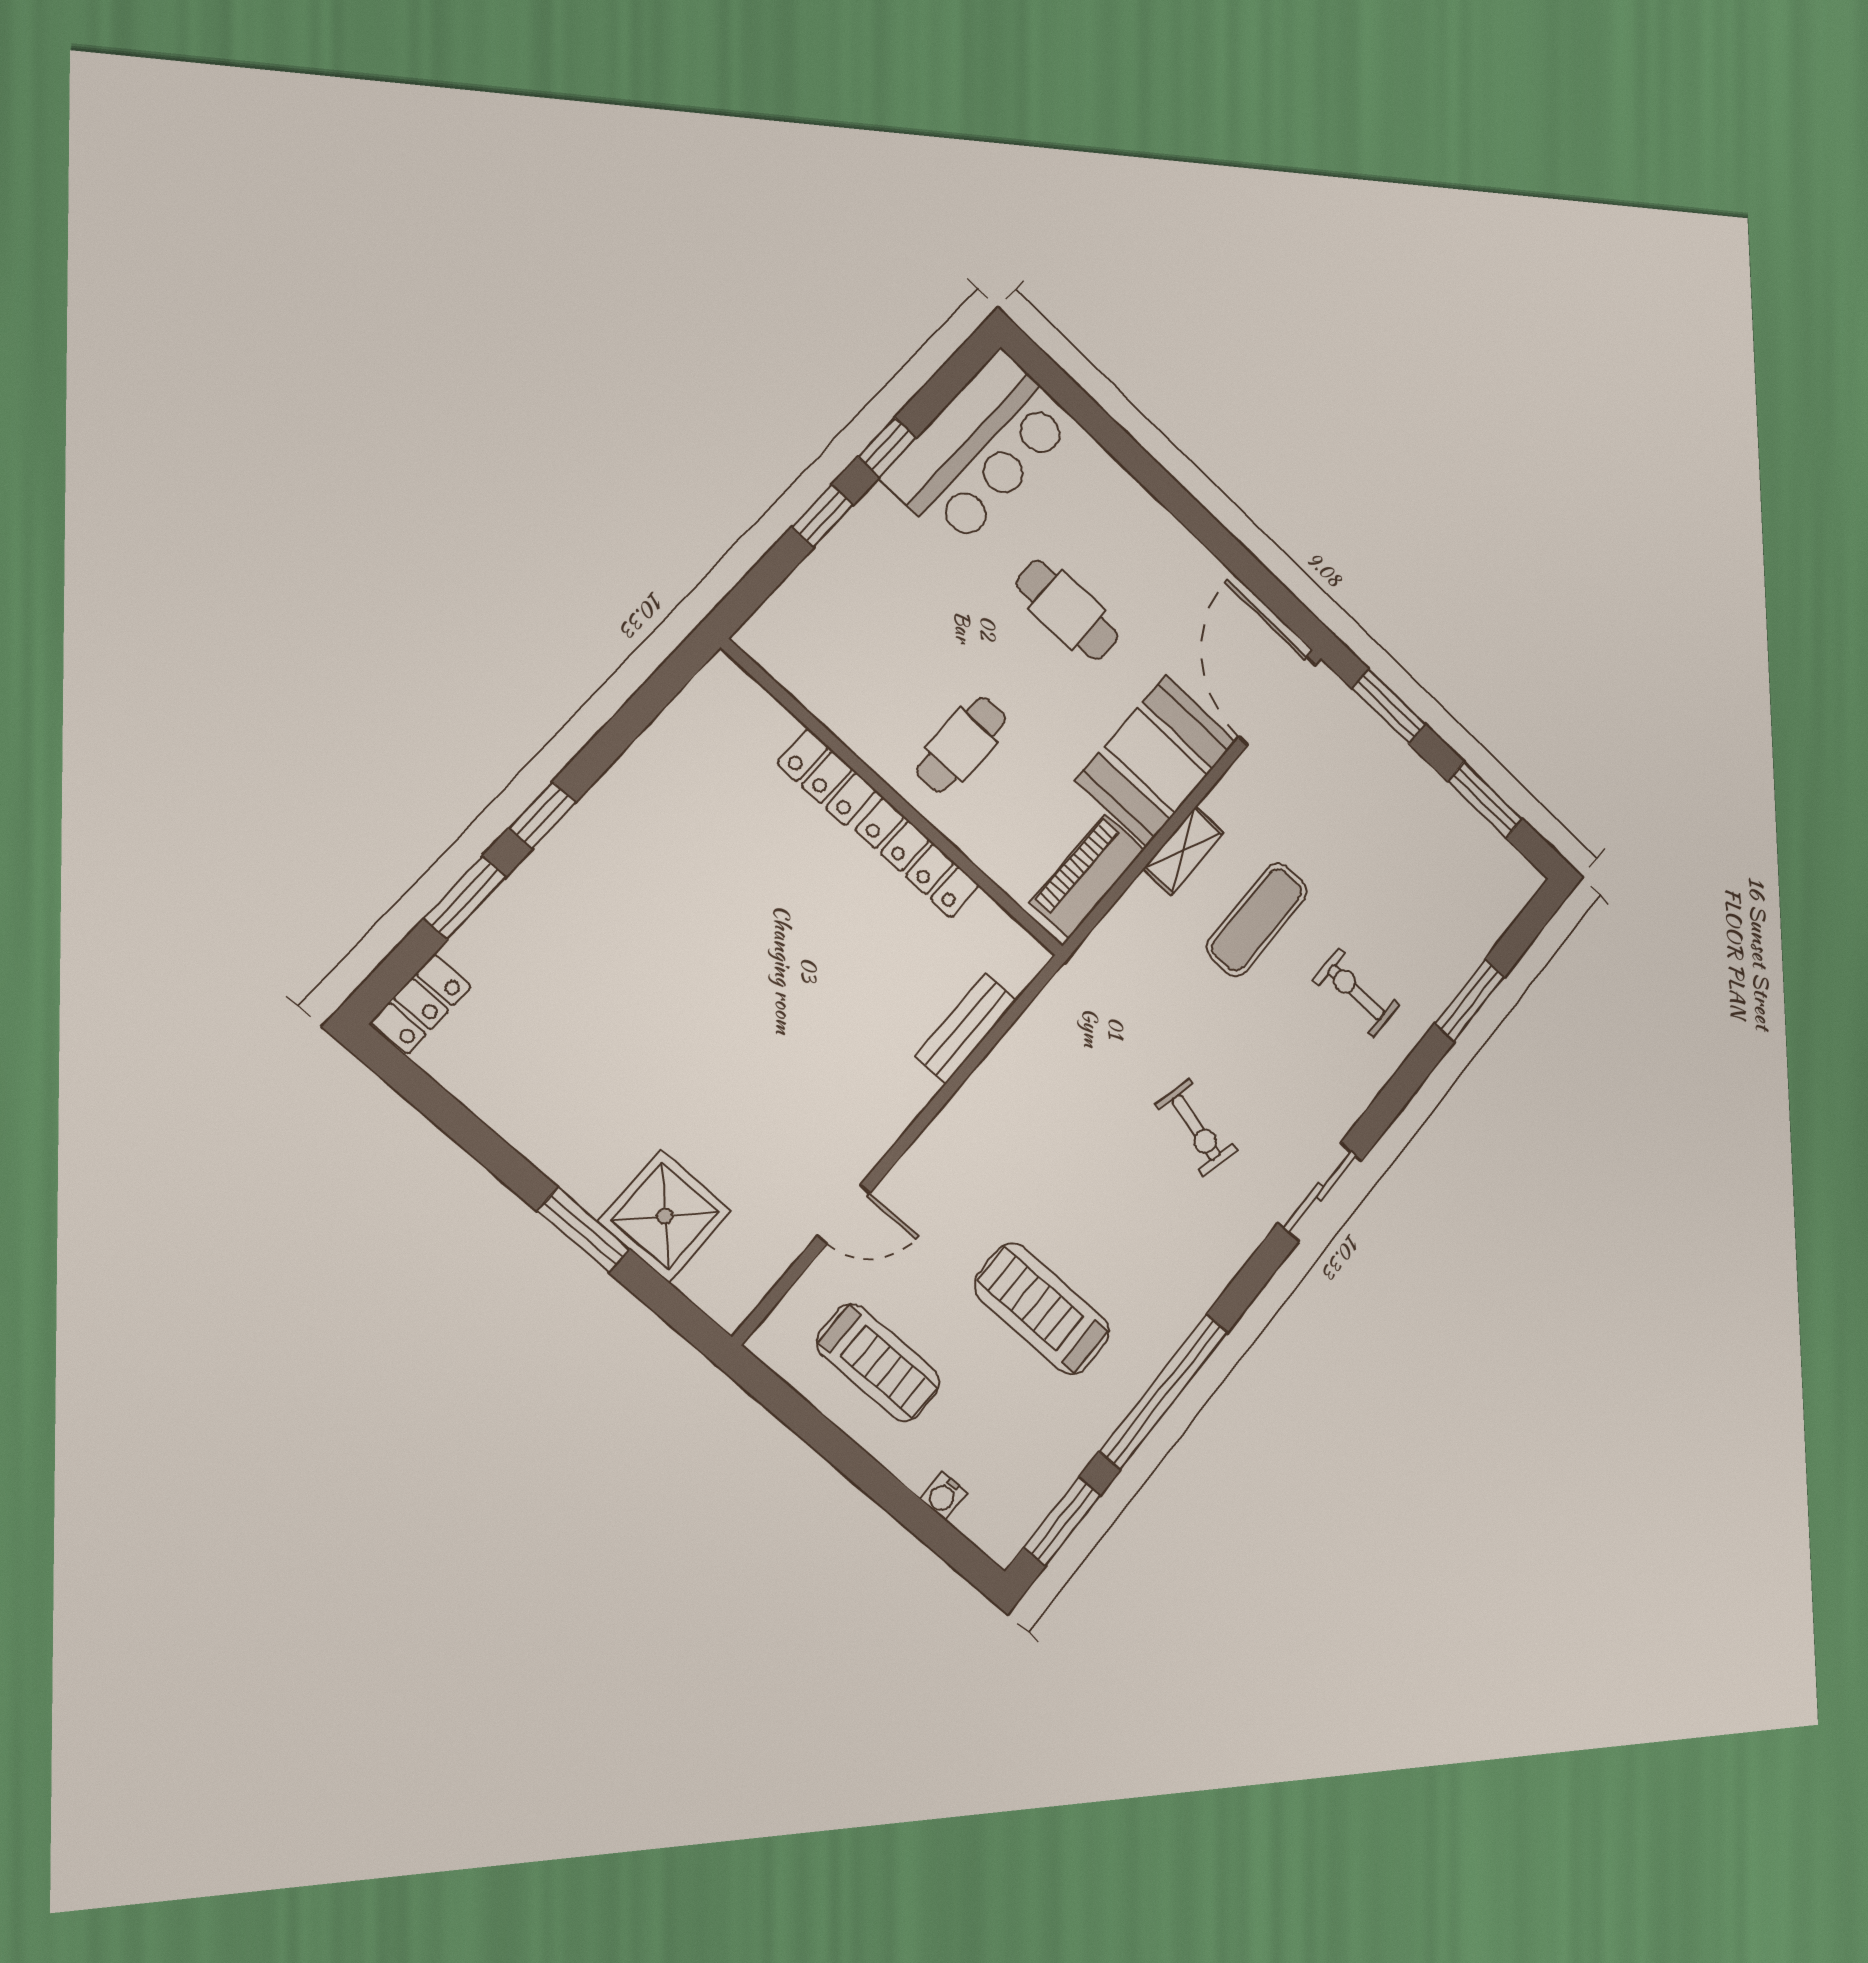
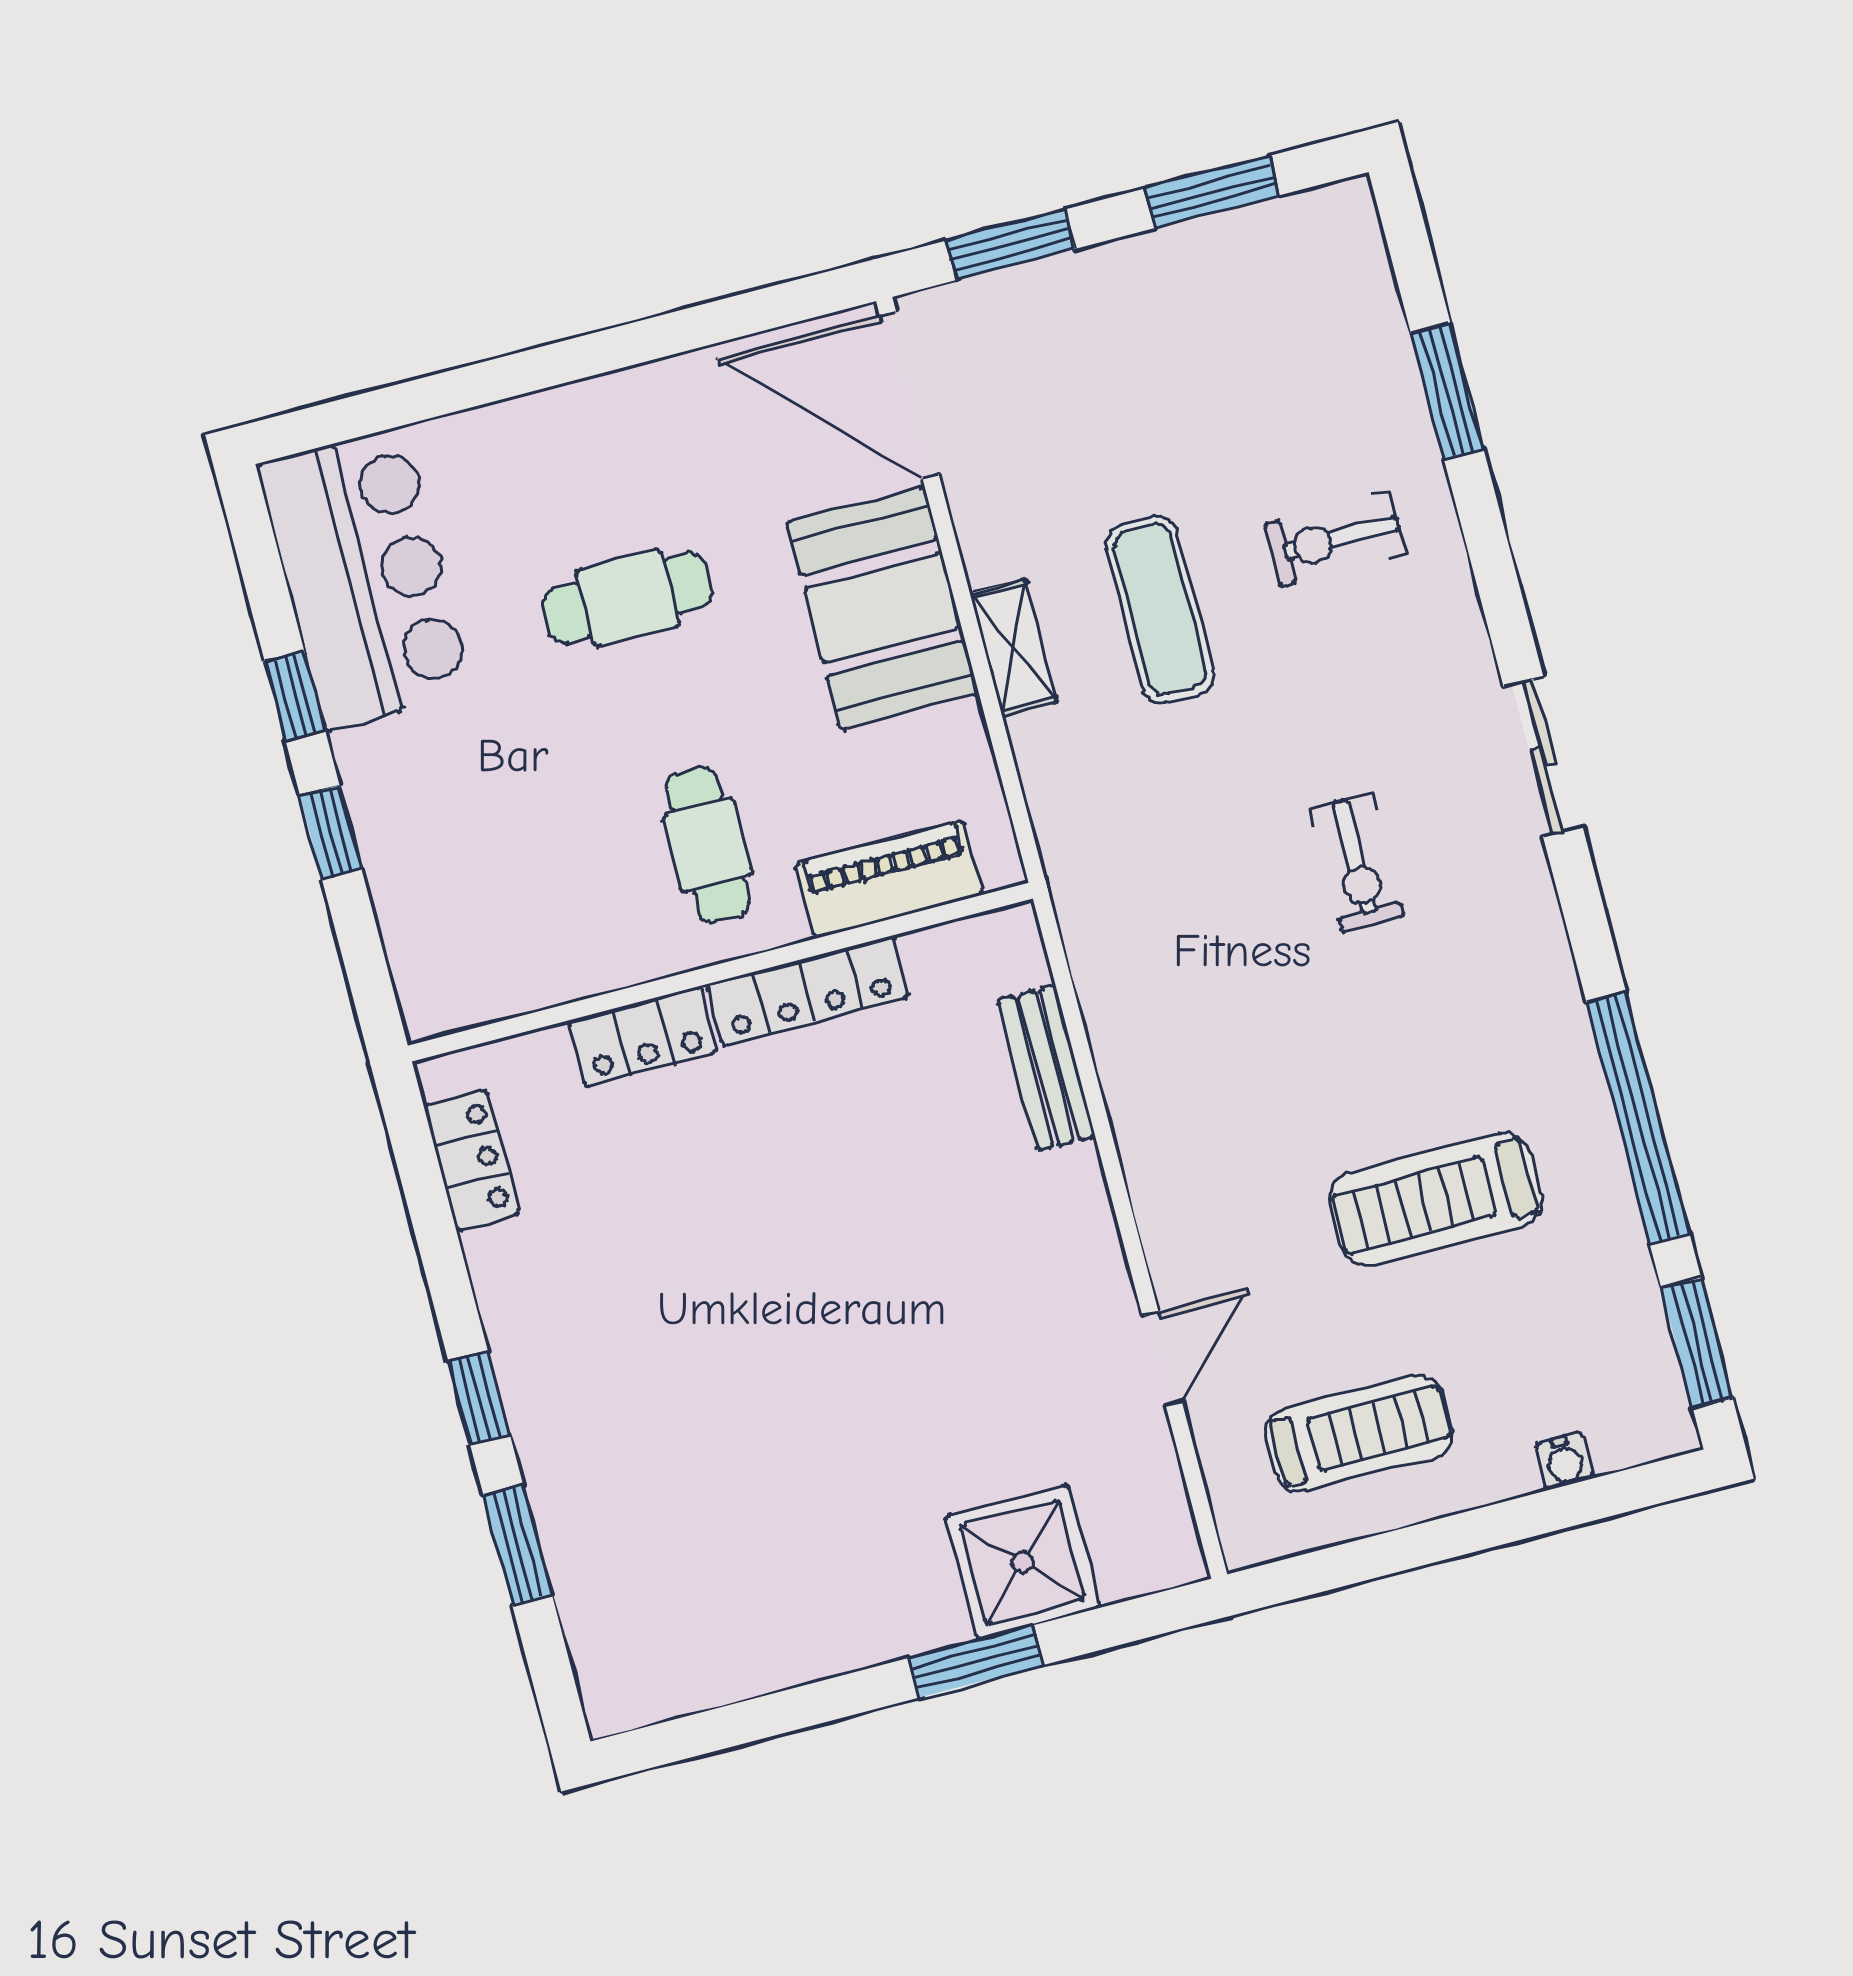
piano: (1088, 876) -> (889, 879), moved, turned 90
locker: (421, 1004) -> (472, 1160), moved
exercise bike: (1196, 1128) -> (1357, 863), turned 76

